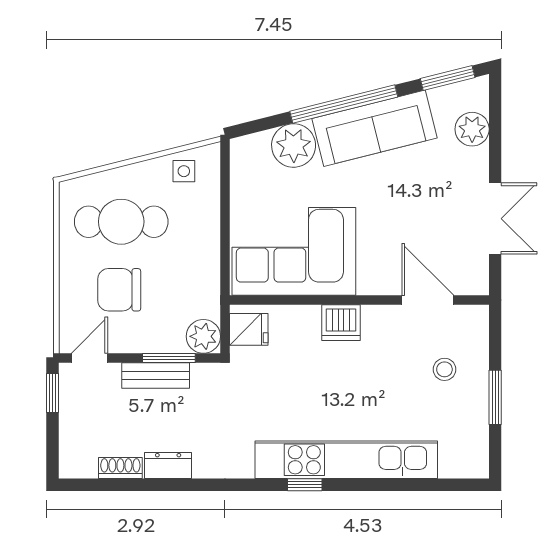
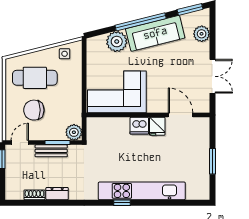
fridge: (249, 329) -> (157, 126), moved, turned 90
stool: (444, 369) -> (188, 148), removed

